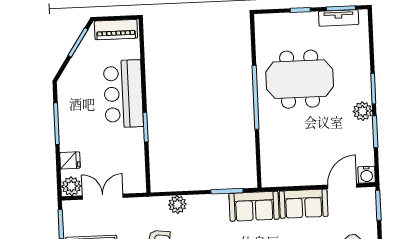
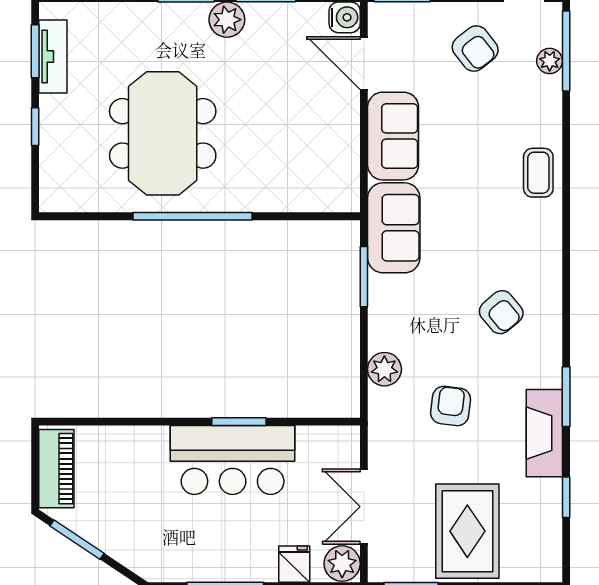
bar counter: (123, 94) -> (233, 460), moved

